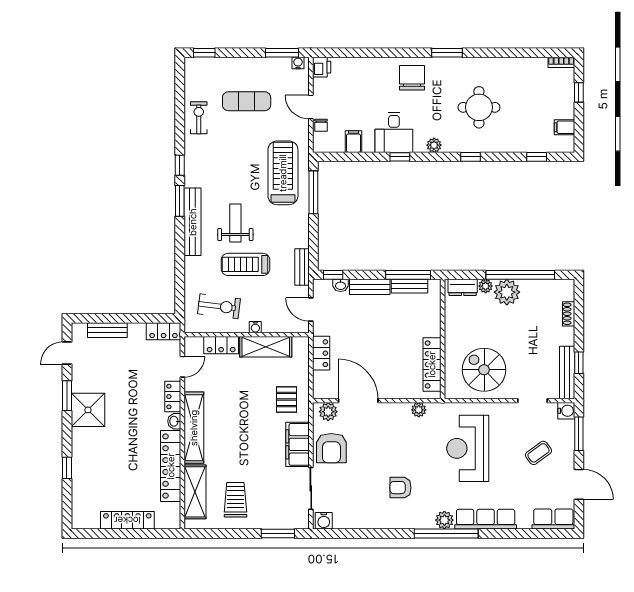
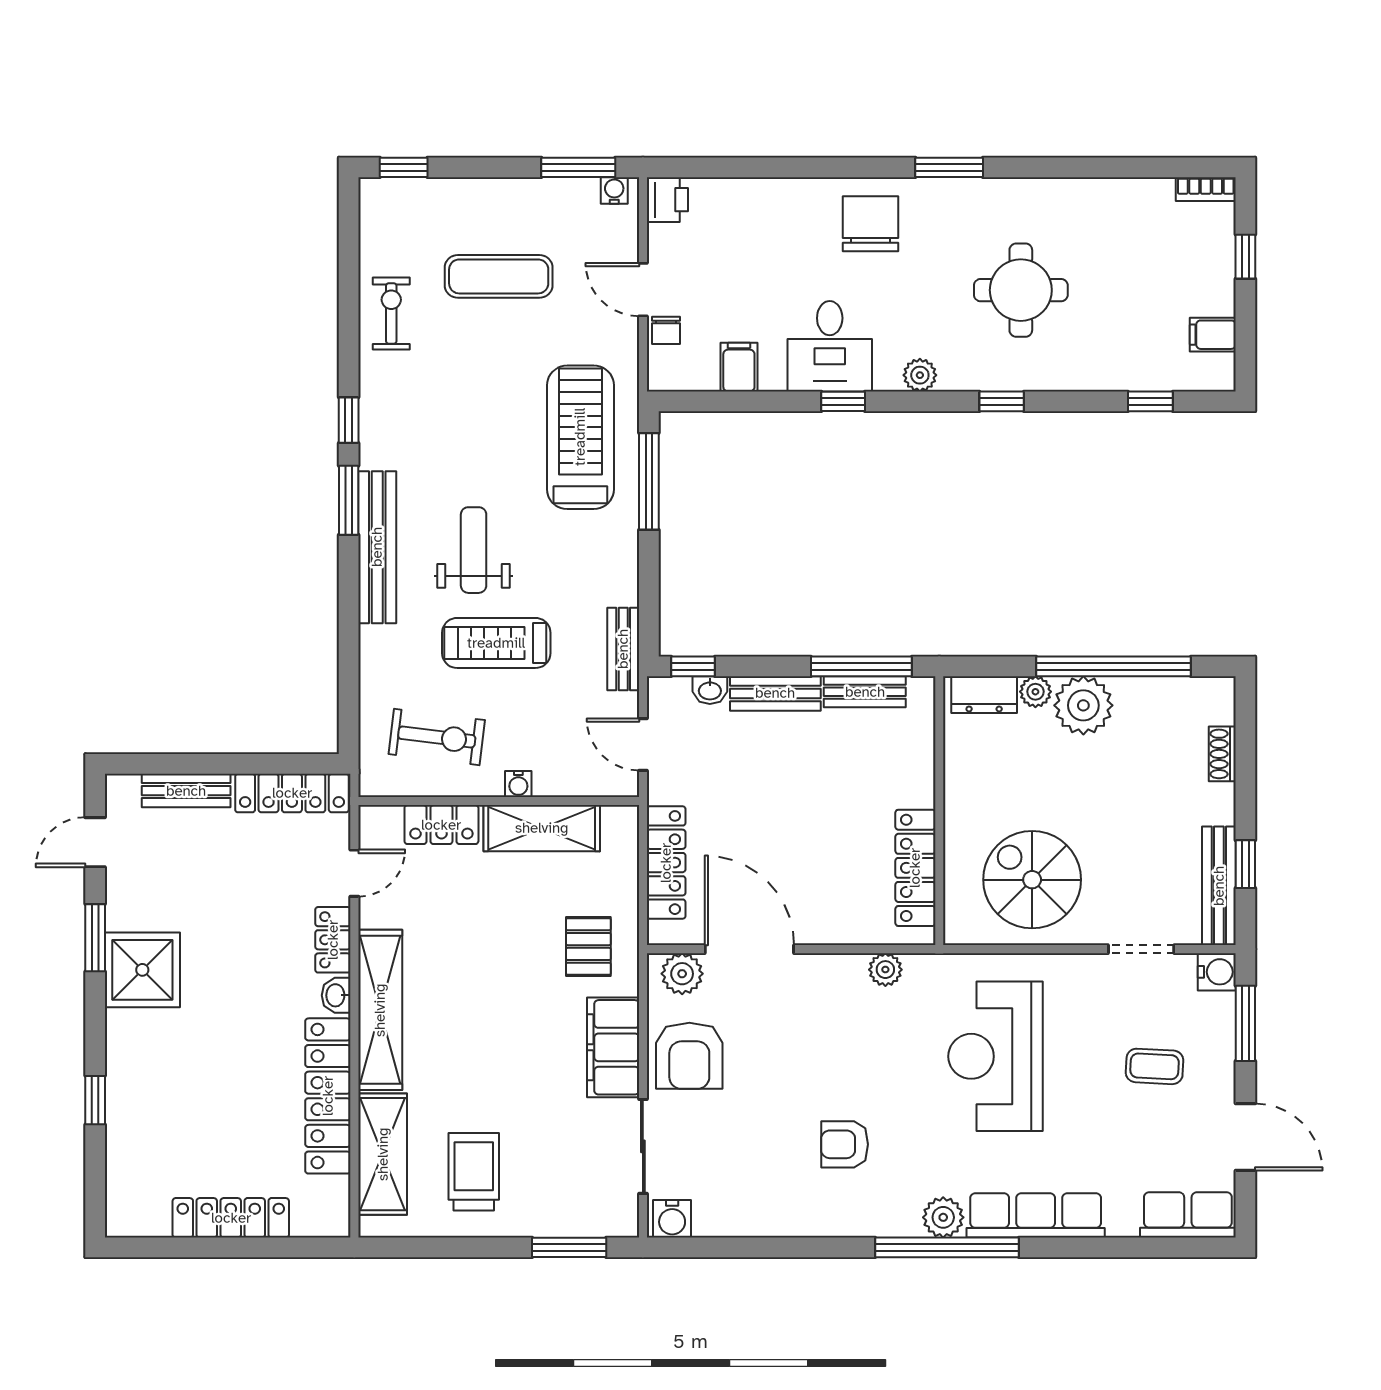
locker: (164, 331) -> (292, 793), width x1.53
locker: (321, 353) -> (666, 863), width x1.53
coffee table: (538, 453) -> (1155, 1066), turned 39

